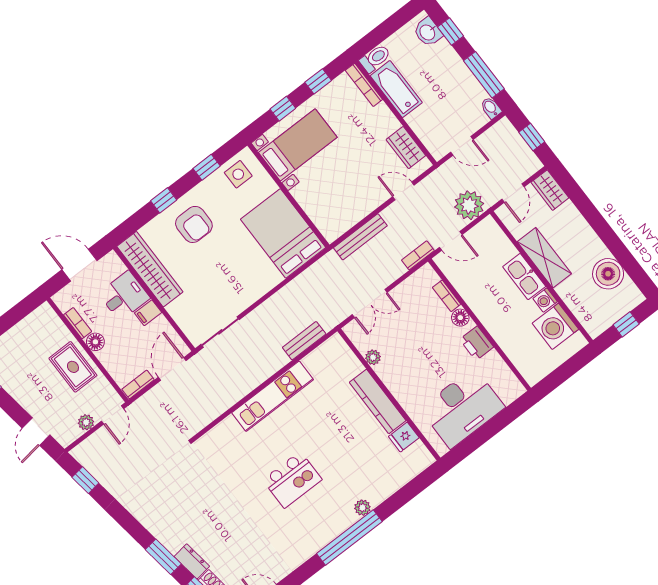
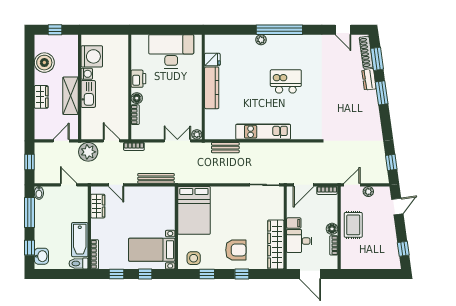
wardrobe: (550, 190) -> (41, 97), moved
armchair: (194, 224) -> (236, 250), turned 90
plant: (373, 357) -> (197, 134), moved

